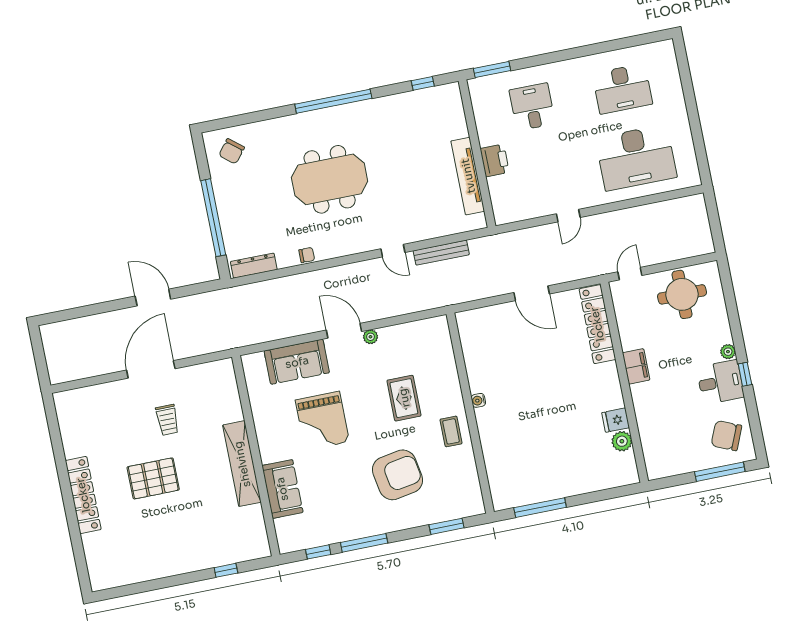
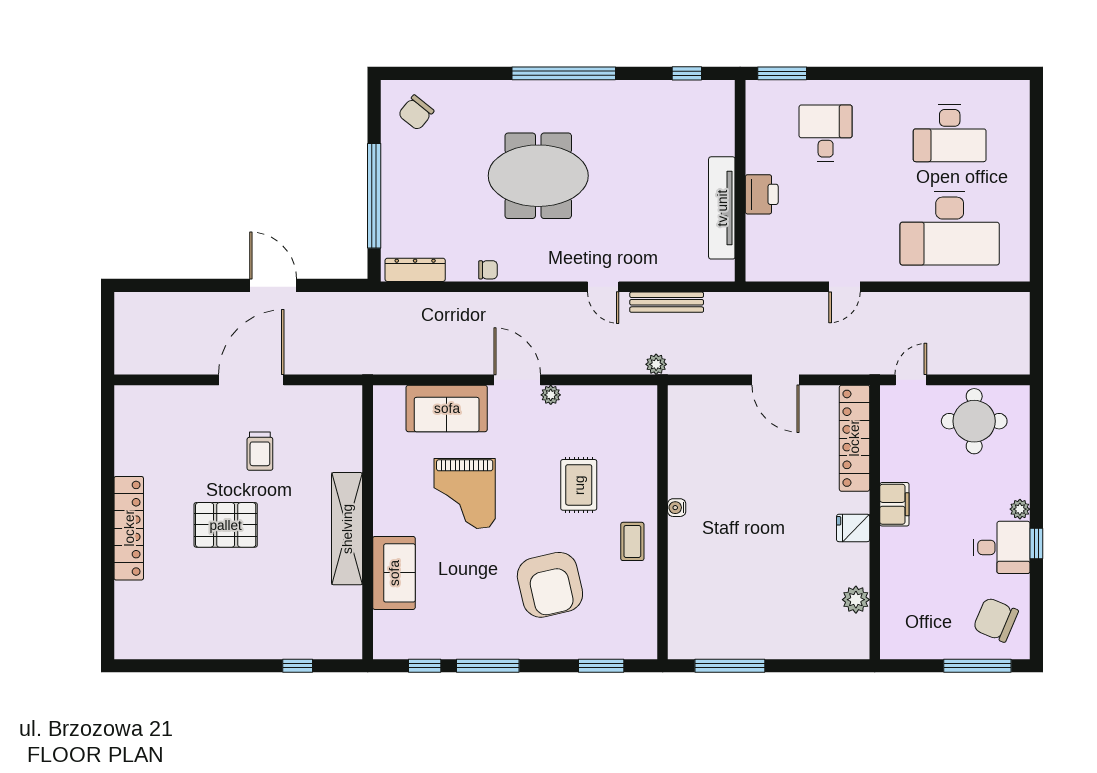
plant: (443, 299) -> (656, 364), added
fridge: (616, 420) -> (853, 528), moved
armchair: (398, 475) -> (550, 585), turned 87

